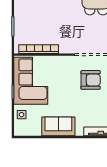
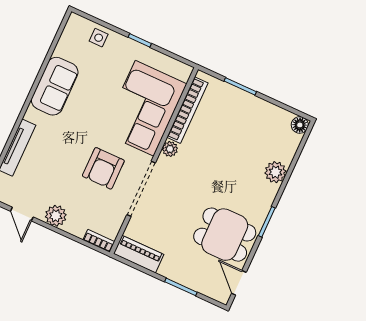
plant: (64, 49) -> (170, 149), added
corner sofa: (31, 81) -> (145, 108), moved, turned 90

